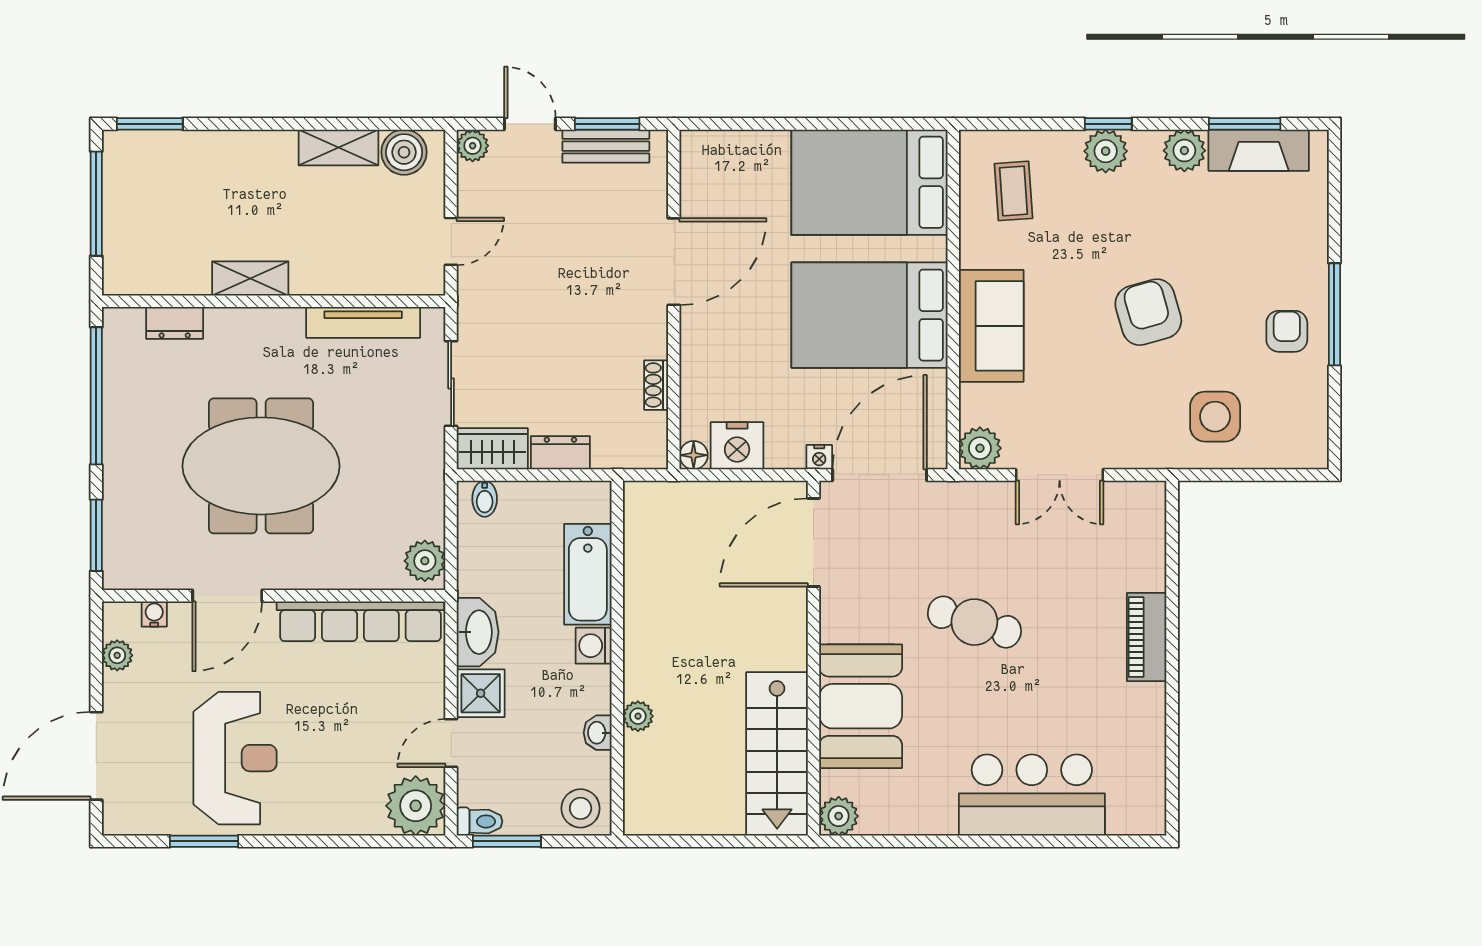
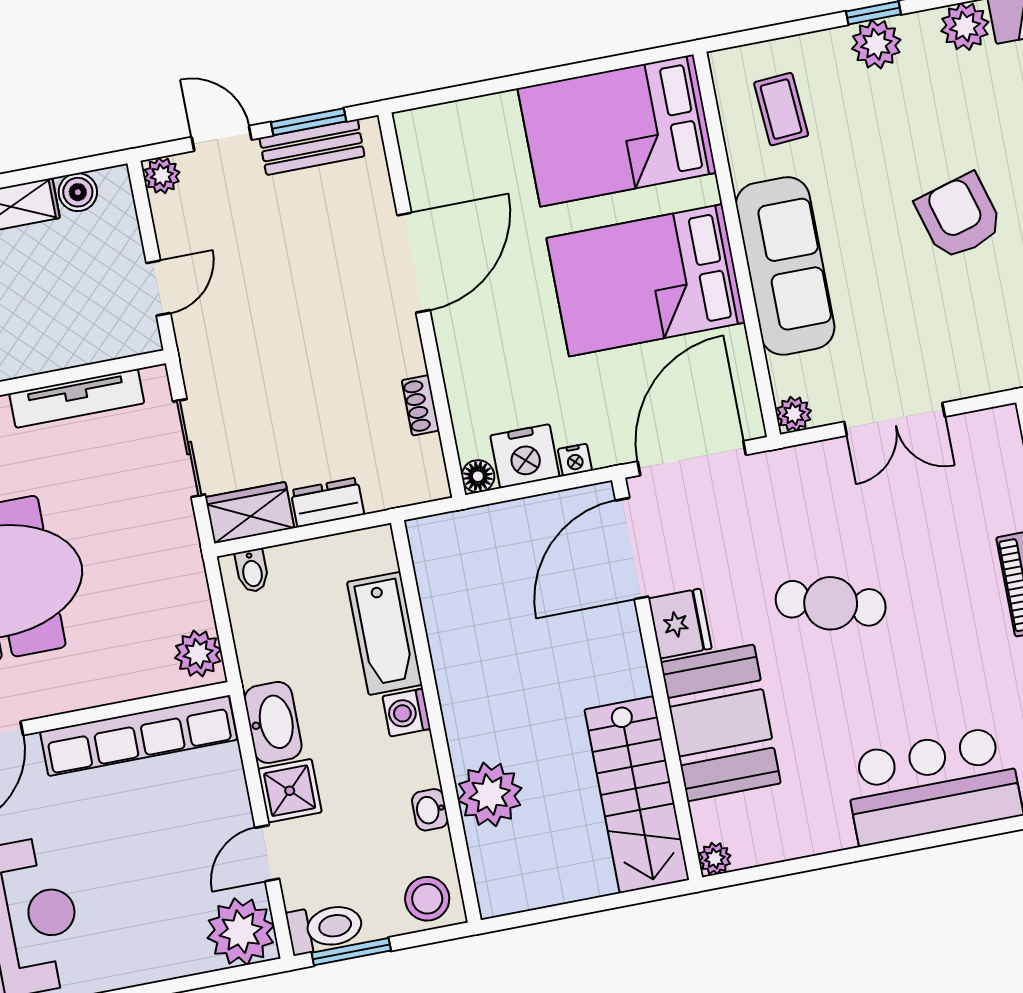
boiler: (404, 152) -> (78, 192), width x0.73, depth x0.73
sofa: (991, 326) -> (785, 266), width x1.36
plant: (980, 448) -> (794, 414), width x0.73, depth x0.73
nightstand: (819, 457) -> (575, 460), moved
fridge: (842, 615) -> (680, 624), added
plant: (638, 716) -> (490, 794), width x1.88, depth x1.88
plant: (839, 816) -> (715, 859), width x0.73, depth x0.73
toilet: (480, 821) -> (325, 928), width x1.37, depth x1.39

